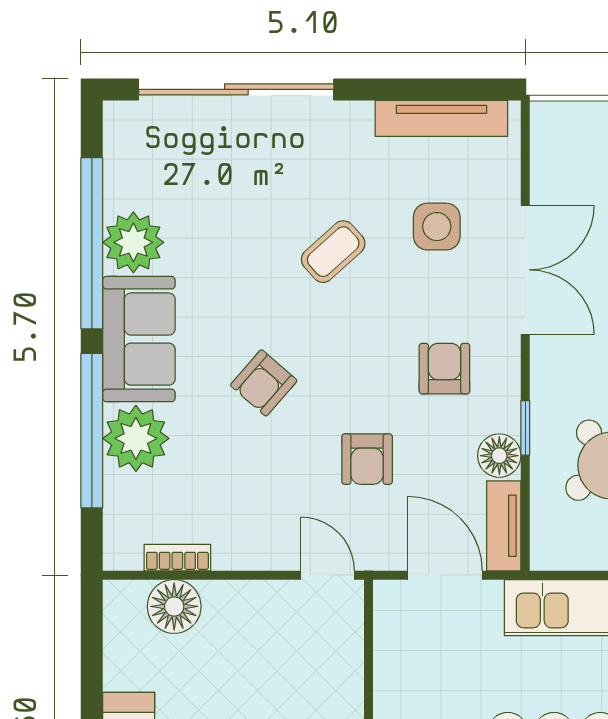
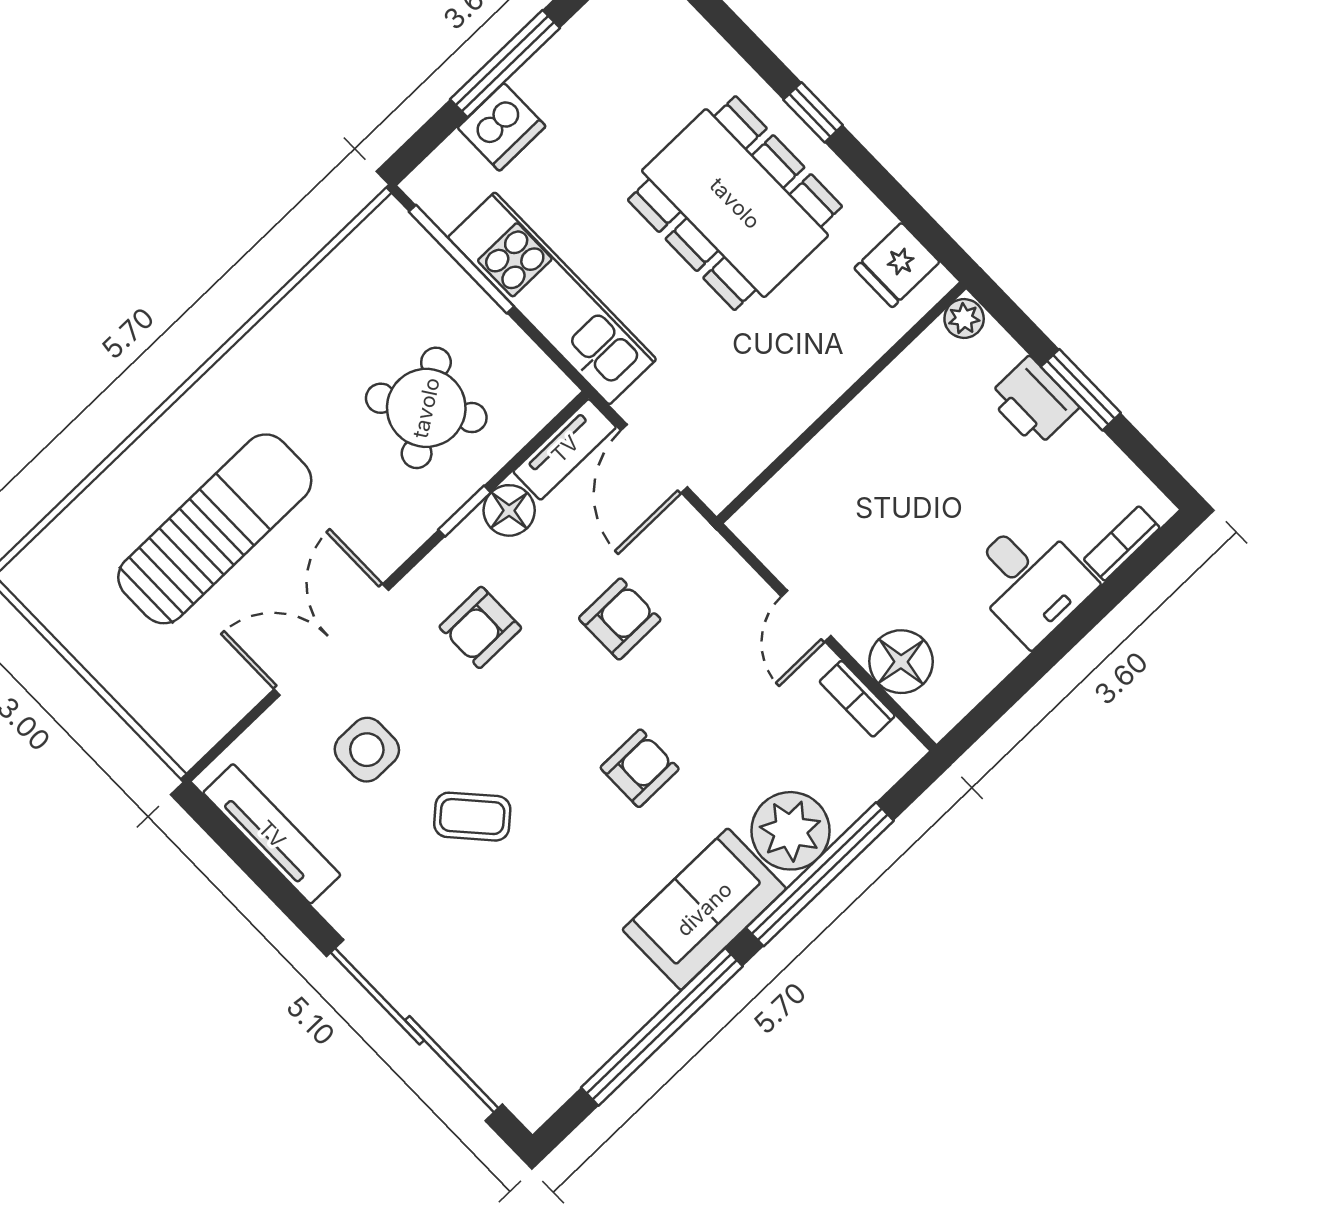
plant: (133, 242) -> (627, 993), removed
armchair: (264, 383) -> (640, 768), turned -41
door: (327, 575) -> (806, 616), moved

